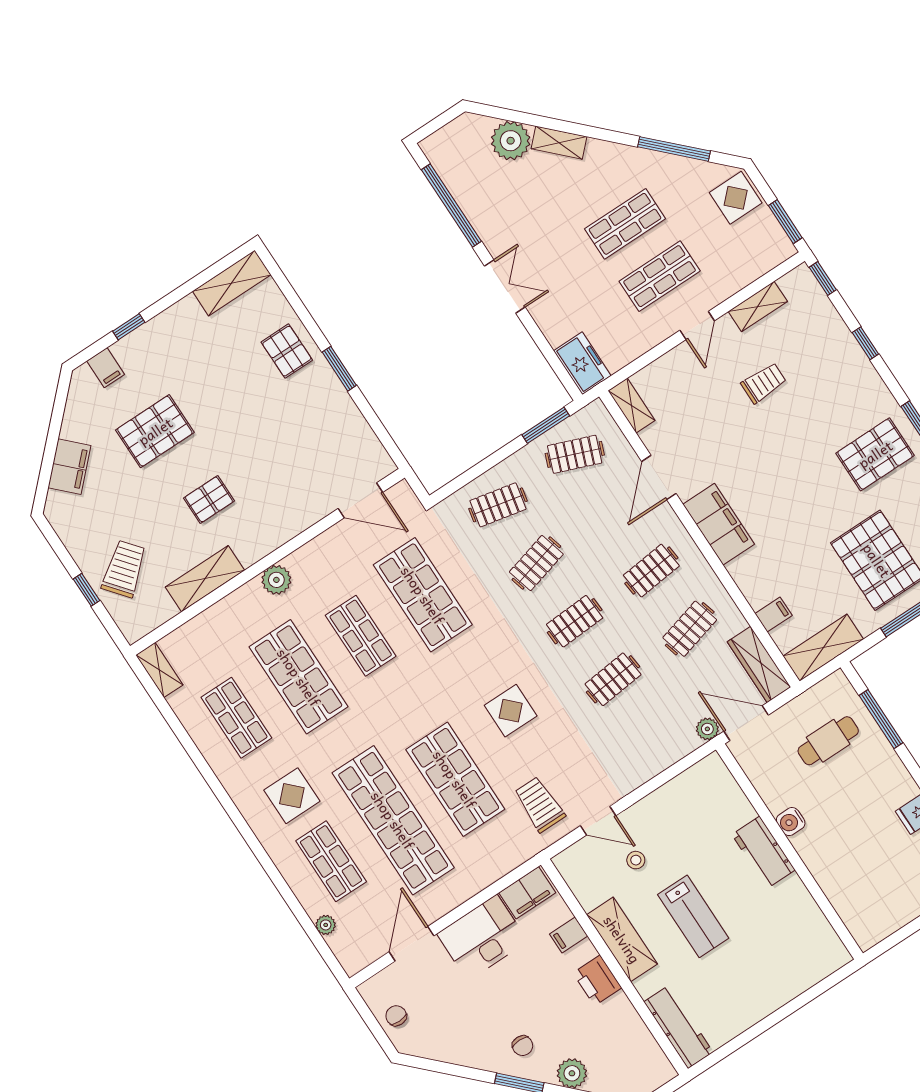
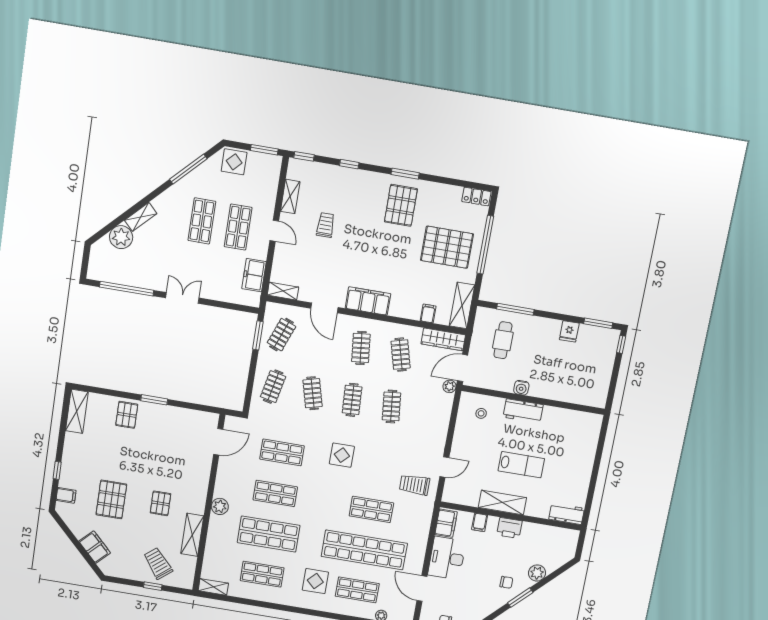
pallet: (287, 351) -> (127, 415), turned 90
freezer: (582, 363) -> (254, 275), moved, turned -90
shop shelf: (423, 595) -> (282, 452), width x0.70, depth x0.74
display table: (511, 711) -> (342, 455), moved
shop shelf: (455, 779) -> (371, 509), width x0.70, depth x0.74
stool: (636, 860) -> (481, 413), moved
workbench: (678, 1027) -> (567, 514), width x0.73

